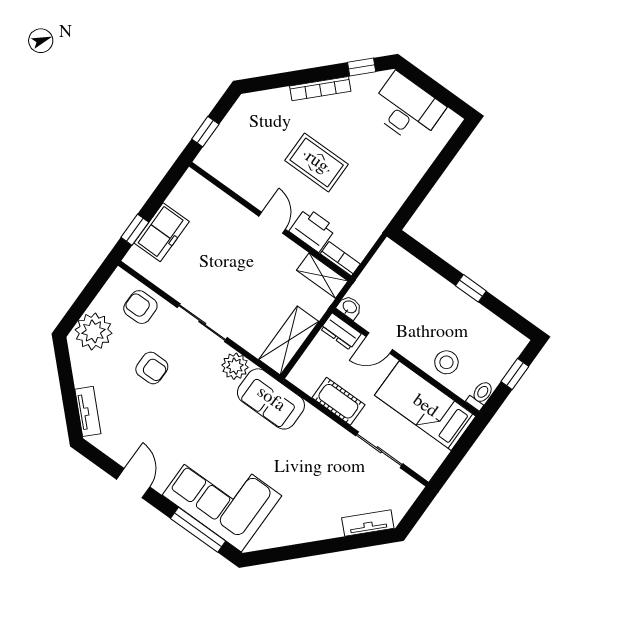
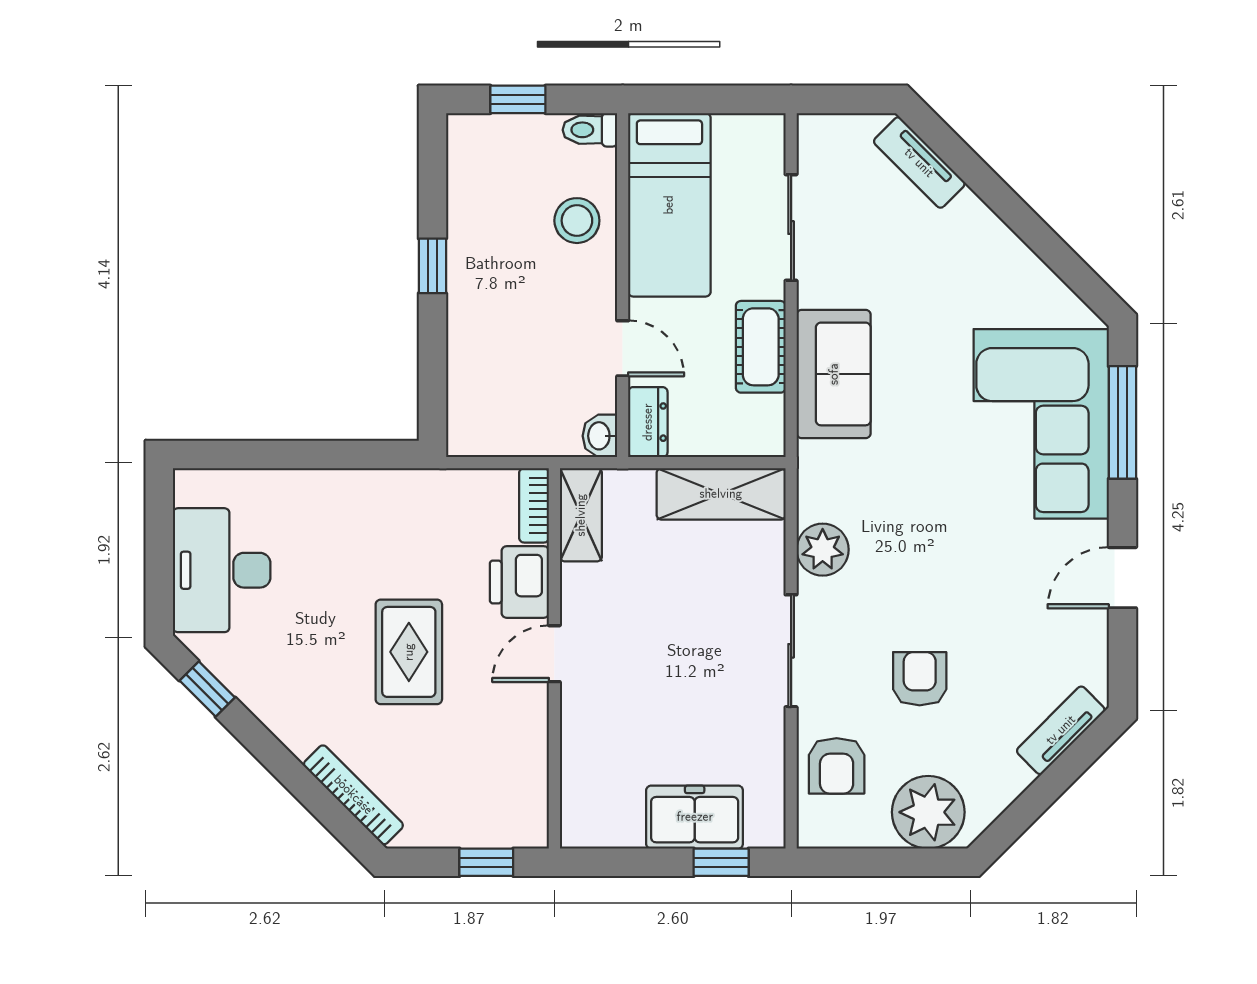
bookcase: (320, 89) -> (353, 795), moved
sofa: (271, 399) -> (834, 374), moved

